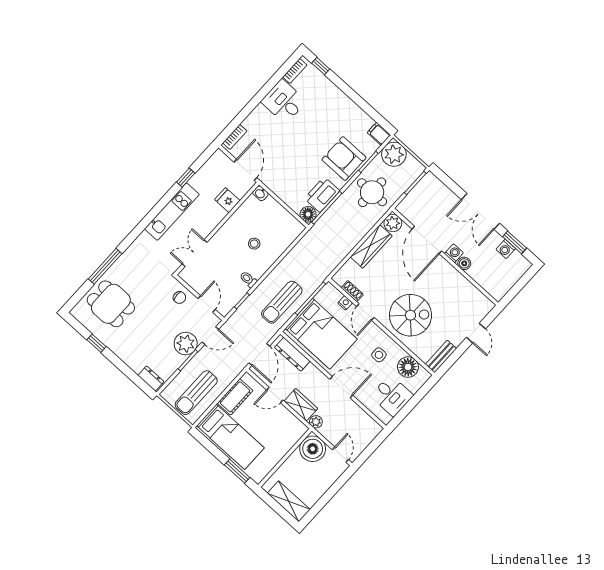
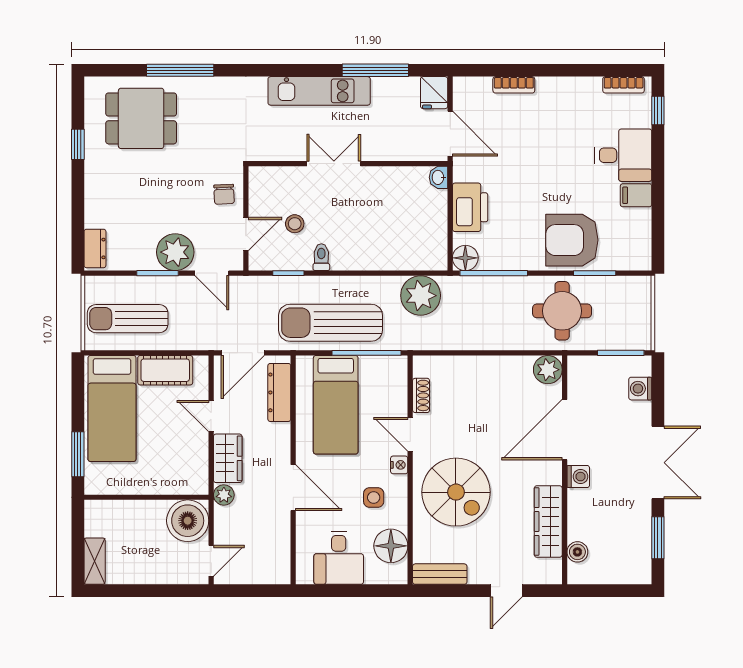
desk: (284, 102) -> (623, 155), moved, turned 90
filing cabinet: (379, 134) -> (636, 195), moved, turned -90
bookcase: (235, 137) -> (514, 85), moved
plant: (394, 154) -> (421, 296), moved
armchair: (344, 159) -> (572, 240), turned -90
door: (245, 170) -> (450, 134), hinge flipped
window: (186, 178) -> (375, 70), width x2.17
printer: (322, 195) -> (470, 207), moved, turned 90
fridge: (227, 200) -> (434, 93), moved, turned 180
double door: (480, 211) -> (658, 463), swing flipped
stool: (254, 244) -> (295, 224), moved
wardrobe: (371, 246) -> (548, 521), moved, turned 90
washing machine: (506, 249) -> (640, 389), moved
double door: (195, 253) -> (334, 164), moved
boiler: (464, 263) -> (577, 552), moved
sun lounger: (282, 302) -> (331, 323), width x1.36, depth x1.34
nightstand: (345, 303) -> (399, 465), moved
dining table: (111, 304) -> (141, 118), turned 90
door: (365, 312) -> (410, 434), hinge flipped
bed: (321, 334) -> (336, 405), width x0.67
shelving: (289, 501) -> (95, 561), width x0.67, depth x0.75

